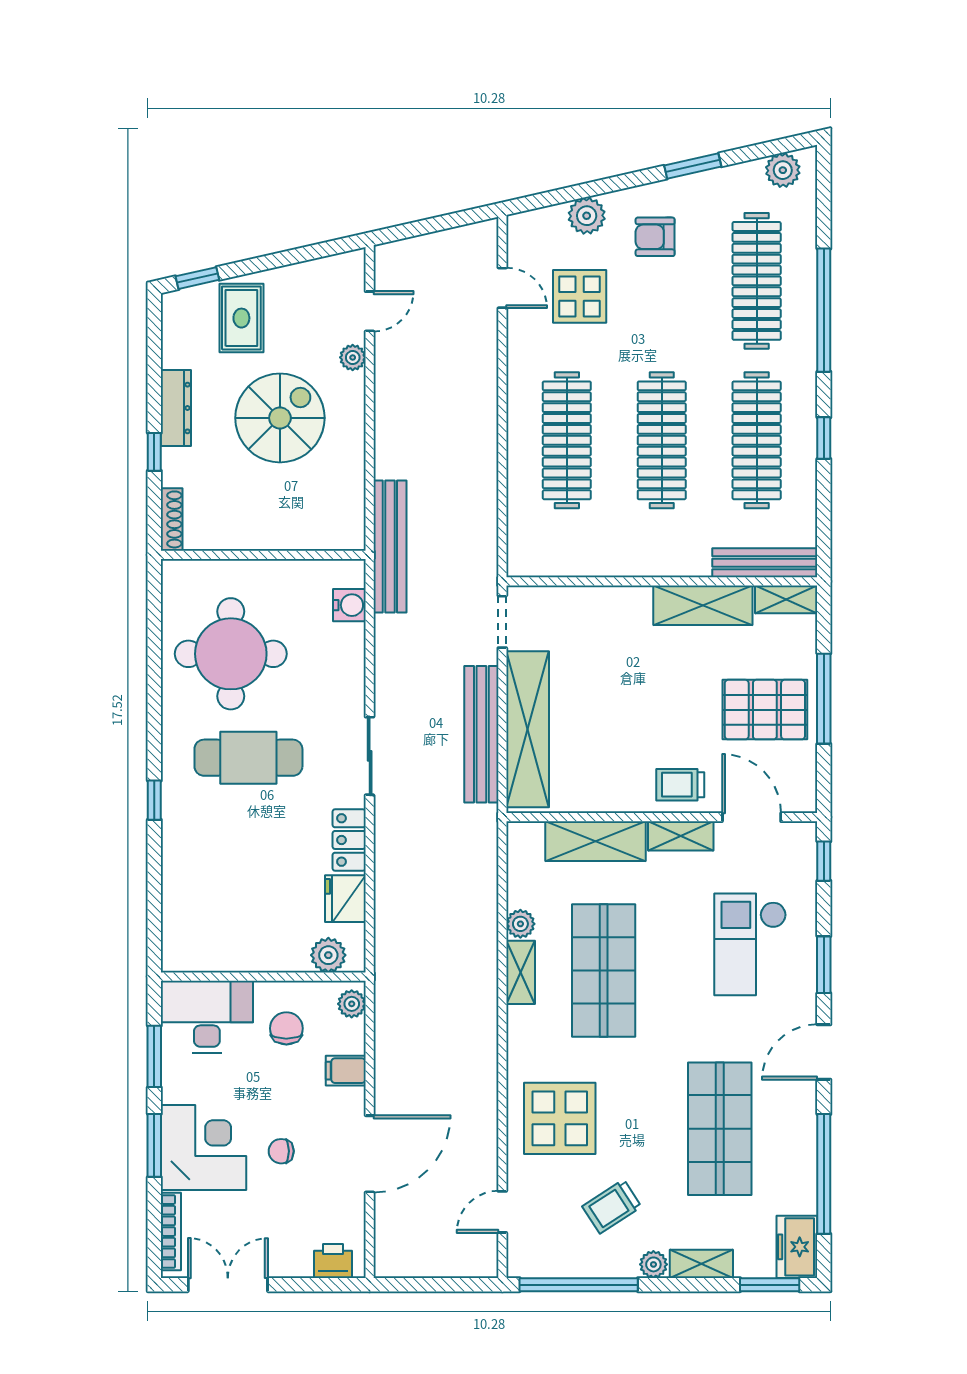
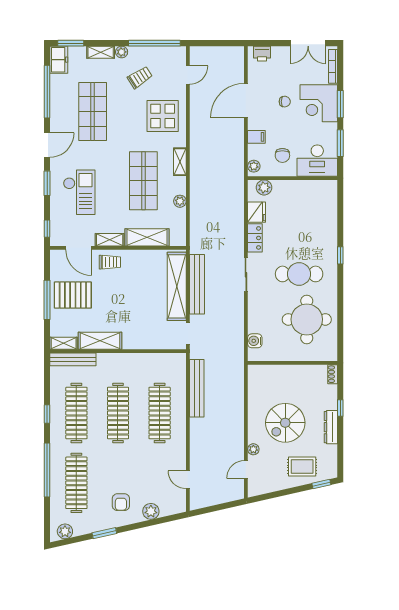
armchair: (655, 237) -> (121, 502), turned 90
display table: (580, 296) -> (154, 476), removed
rug: (241, 318) -> (302, 467), turned 90
shoe rack: (172, 519) -> (333, 374), width x0.70
bench: (390, 547) -> (197, 388), moved
shelving: (521, 972) -> (180, 162), moved

